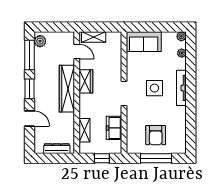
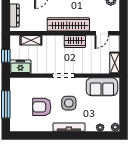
shelving: (94, 37) -> (115, 63), moved
sofa: (144, 42) -> (102, 87), moved, turned -90
freezer: (114, 128) -> (20, 67), moved
armchair: (156, 135) -> (42, 107), moved

